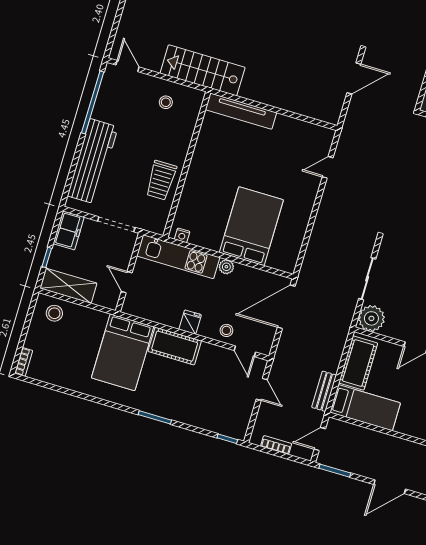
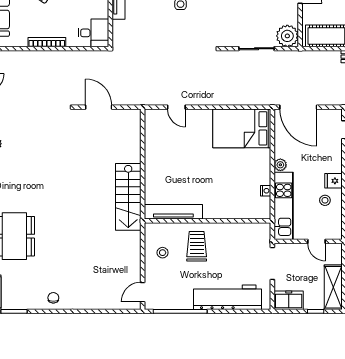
stairs: (203, 70) -> (128, 197), moved
tv unit: (241, 111) -> (173, 212), moved, turned -90
trolley: (161, 180) -> (197, 246), moved, turned -90
bed: (251, 226) -> (242, 128), moved
nightstand: (182, 235) -> (266, 191), moved
door: (127, 282) -> (316, 241), hinge flipped
stool: (226, 330) -> (325, 200), moved

